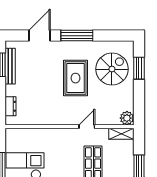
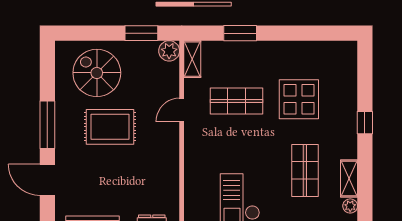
window: (139, 68) -> (141, 33), moved
door: (87, 127) -> (182, 110), hinge flipped

